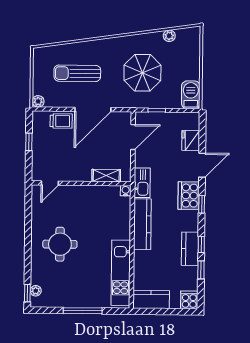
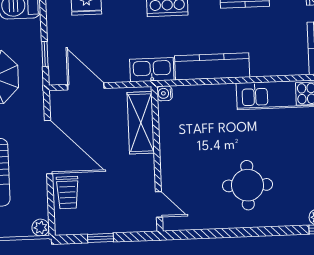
trolley: (61, 121) -> (68, 193), turned 180
shelving: (106, 176) -> (141, 123), width x1.50, depth x1.33

